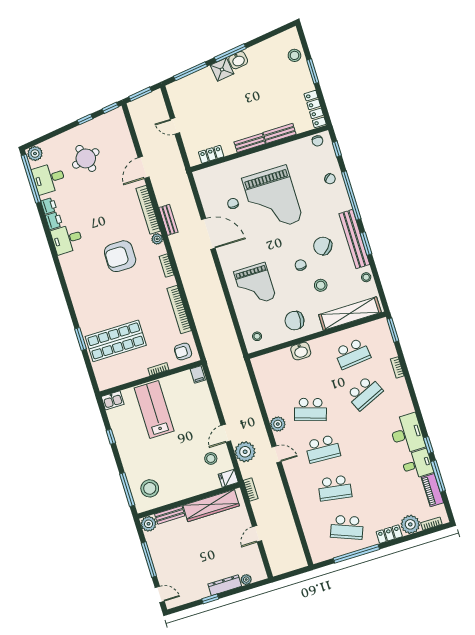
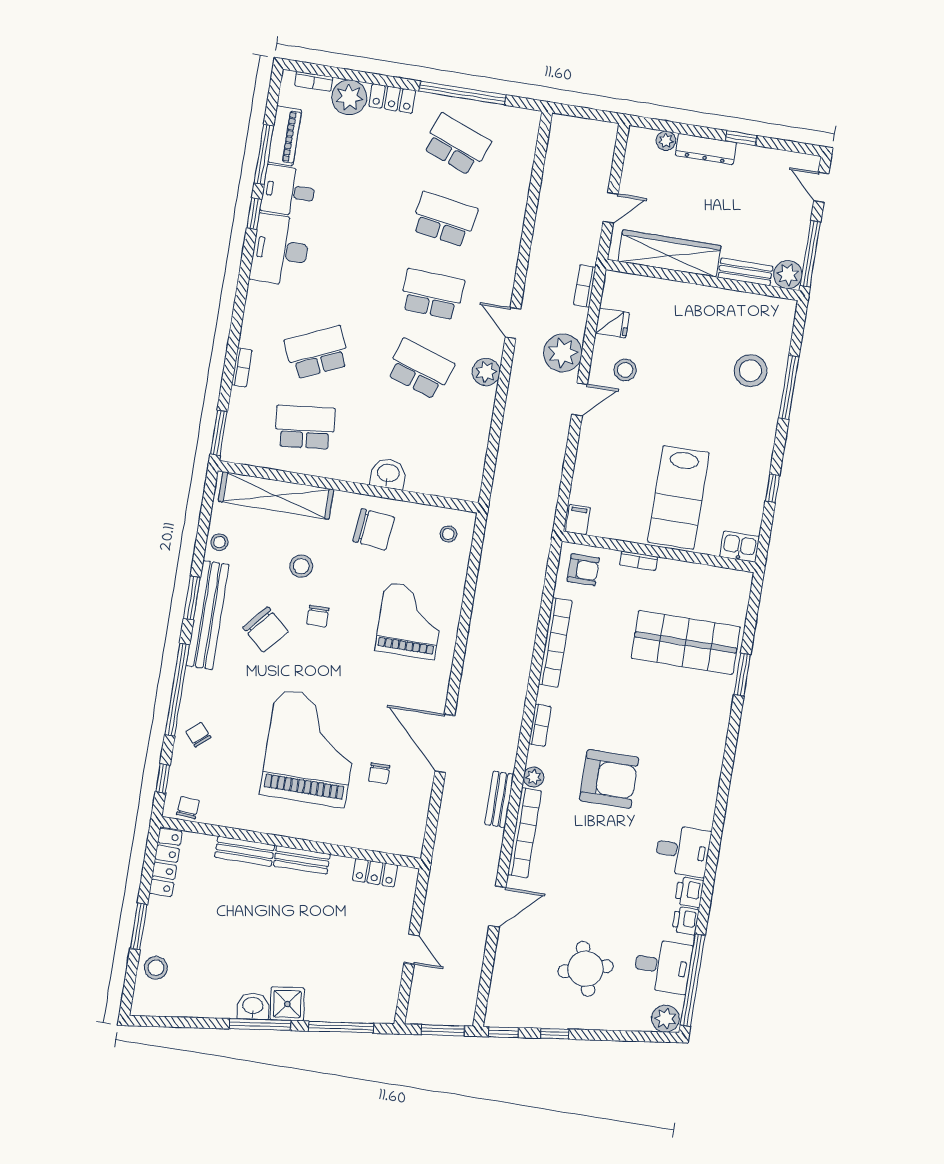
wall: (189, 501) -> (703, 280), moved
wardrobe: (211, 506) -> (669, 253), moved
bench: (170, 515) -> (745, 272), moved
plant: (149, 524) -> (788, 275), moved

